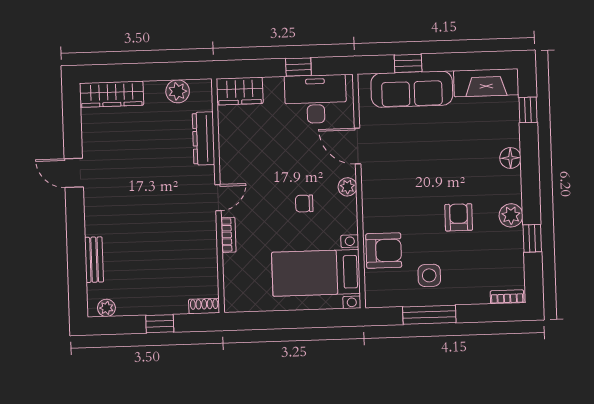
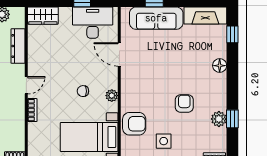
plant: (347, 187) -> (112, 96), moved
plant: (511, 215) -> (219, 119), moved

